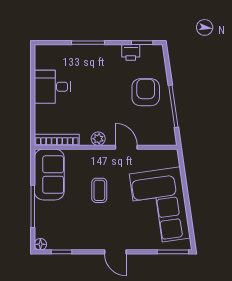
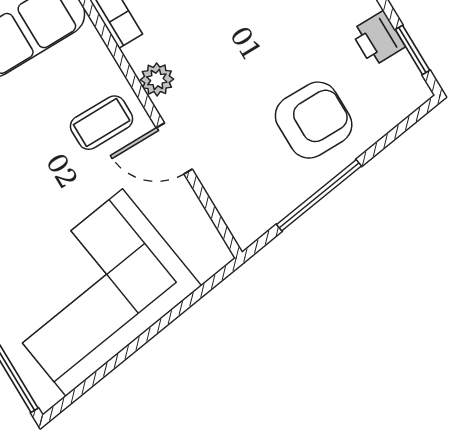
door: (126, 147) -> (174, 149), swing flipped
coffee table: (99, 190) -> (102, 123), moved

